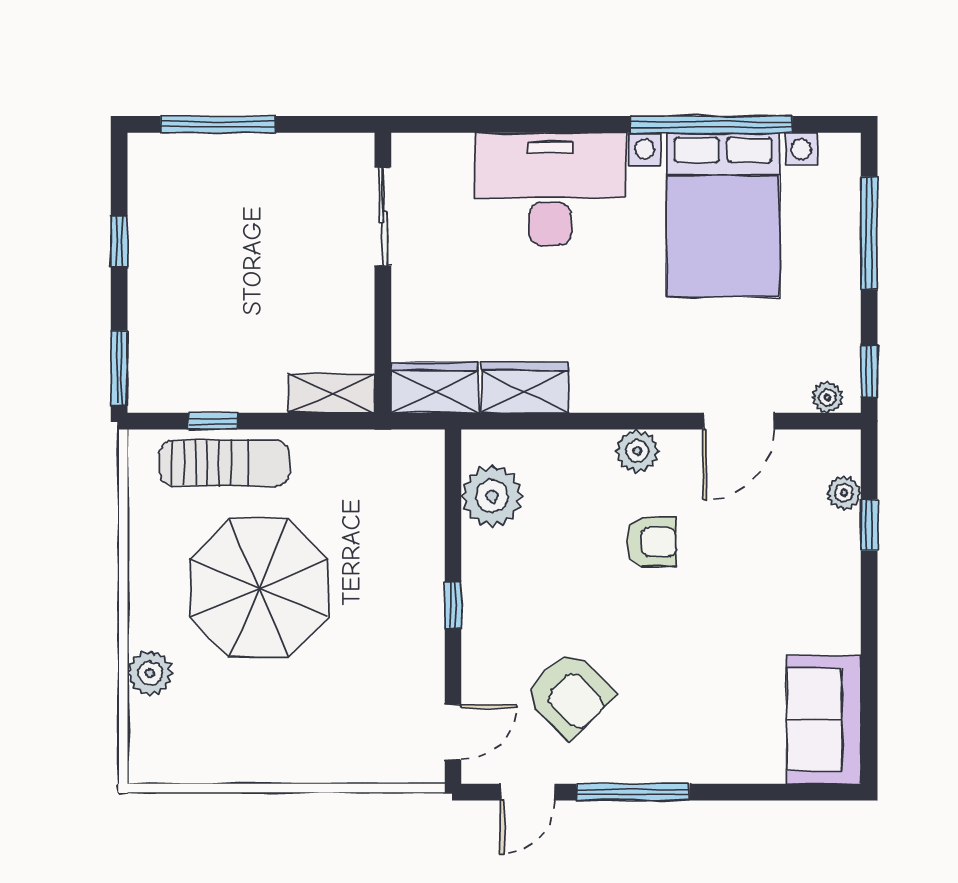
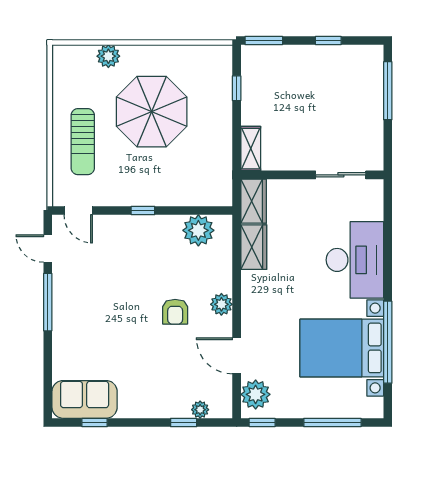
plant: (828, 398) -> (256, 394), width x1.88, depth x1.88
sun lounger: (225, 463) -> (83, 142), moved
armchair: (569, 694) -> (98, 270), removed
window: (869, 700) -> (95, 422), added

